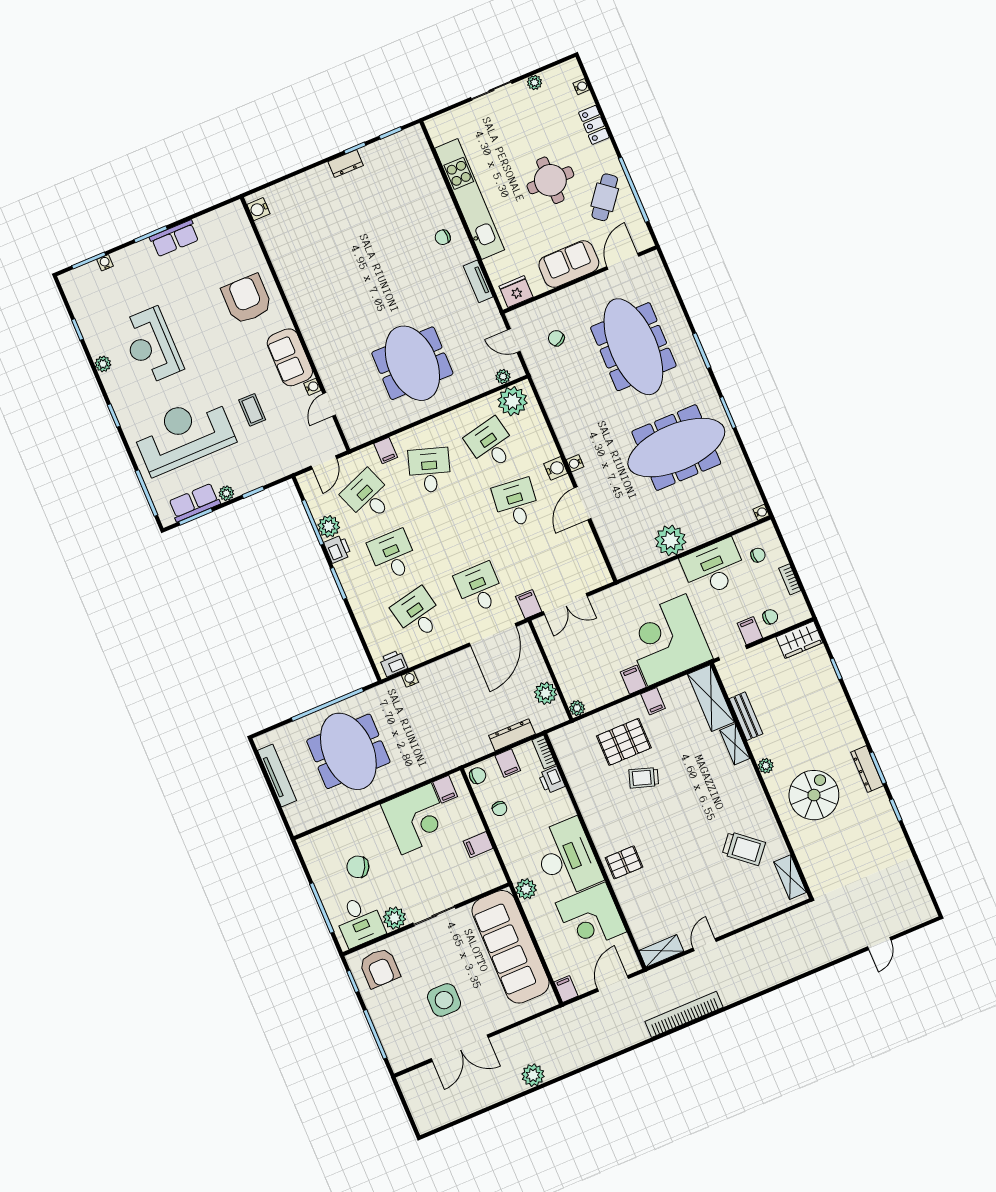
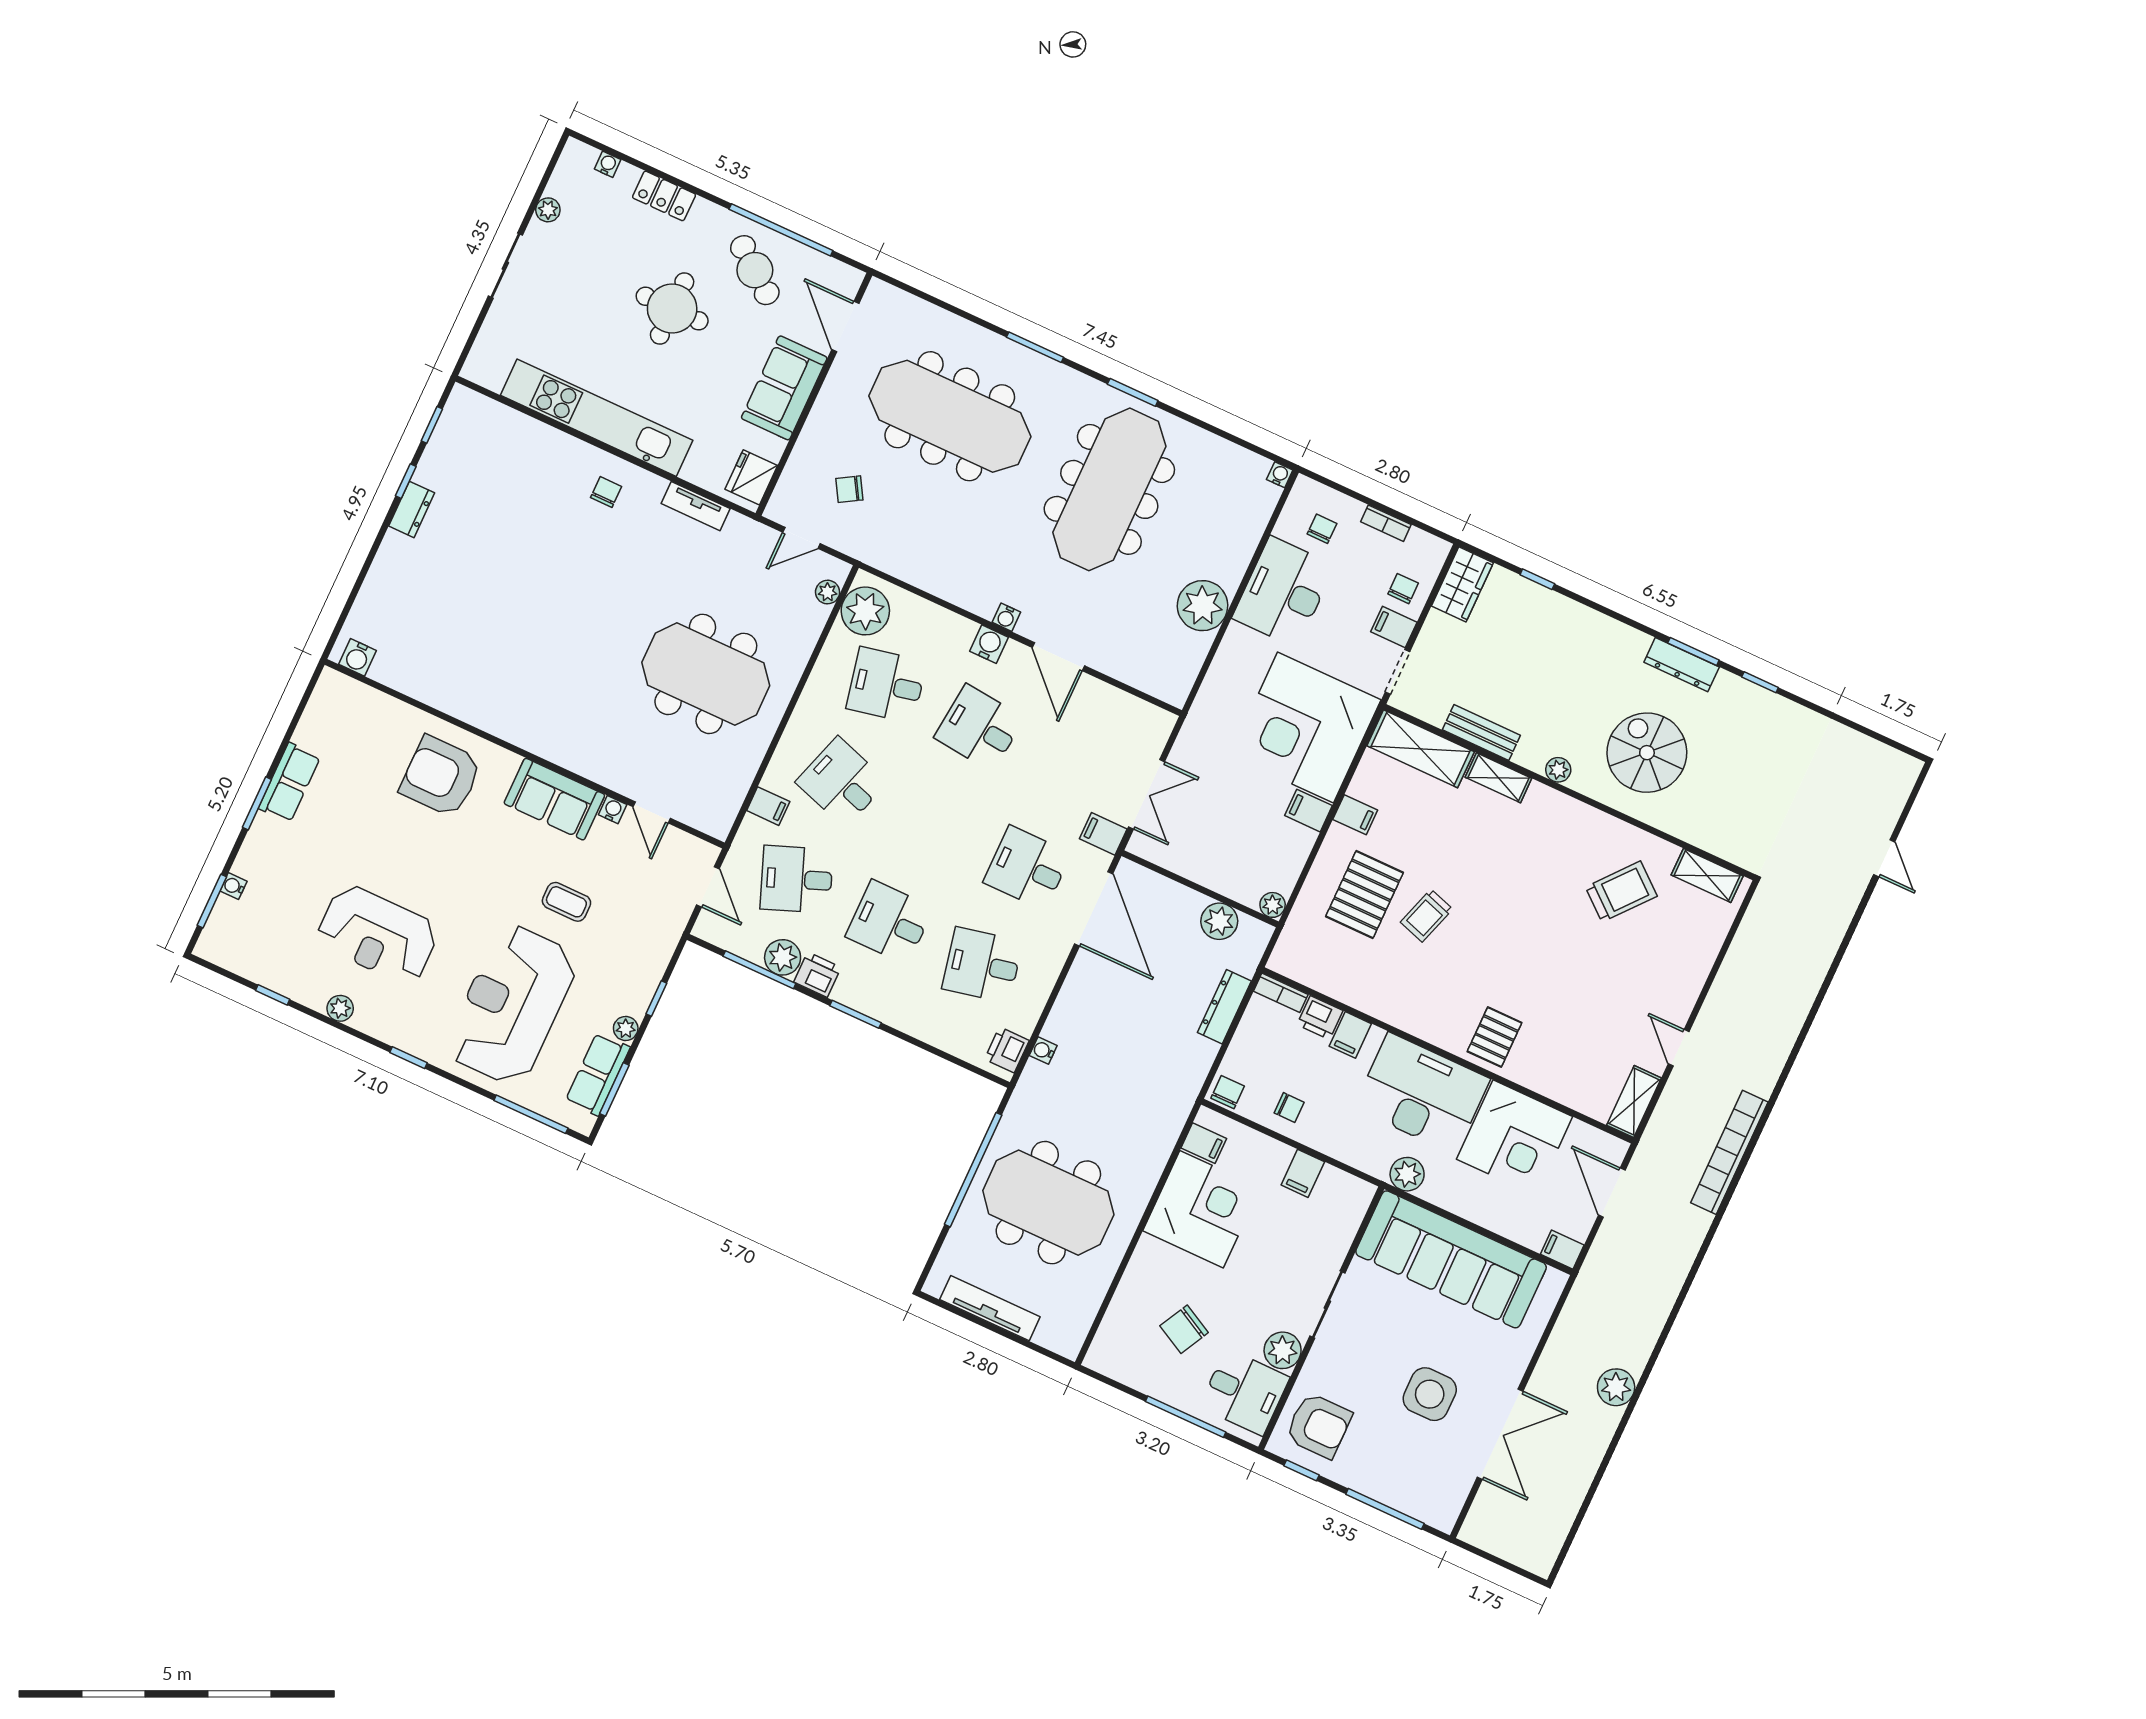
chair: (443, 237) -> (606, 492), turned 180
filing cabinet: (508, 763) -> (1350, 1035), moved, turned 90

